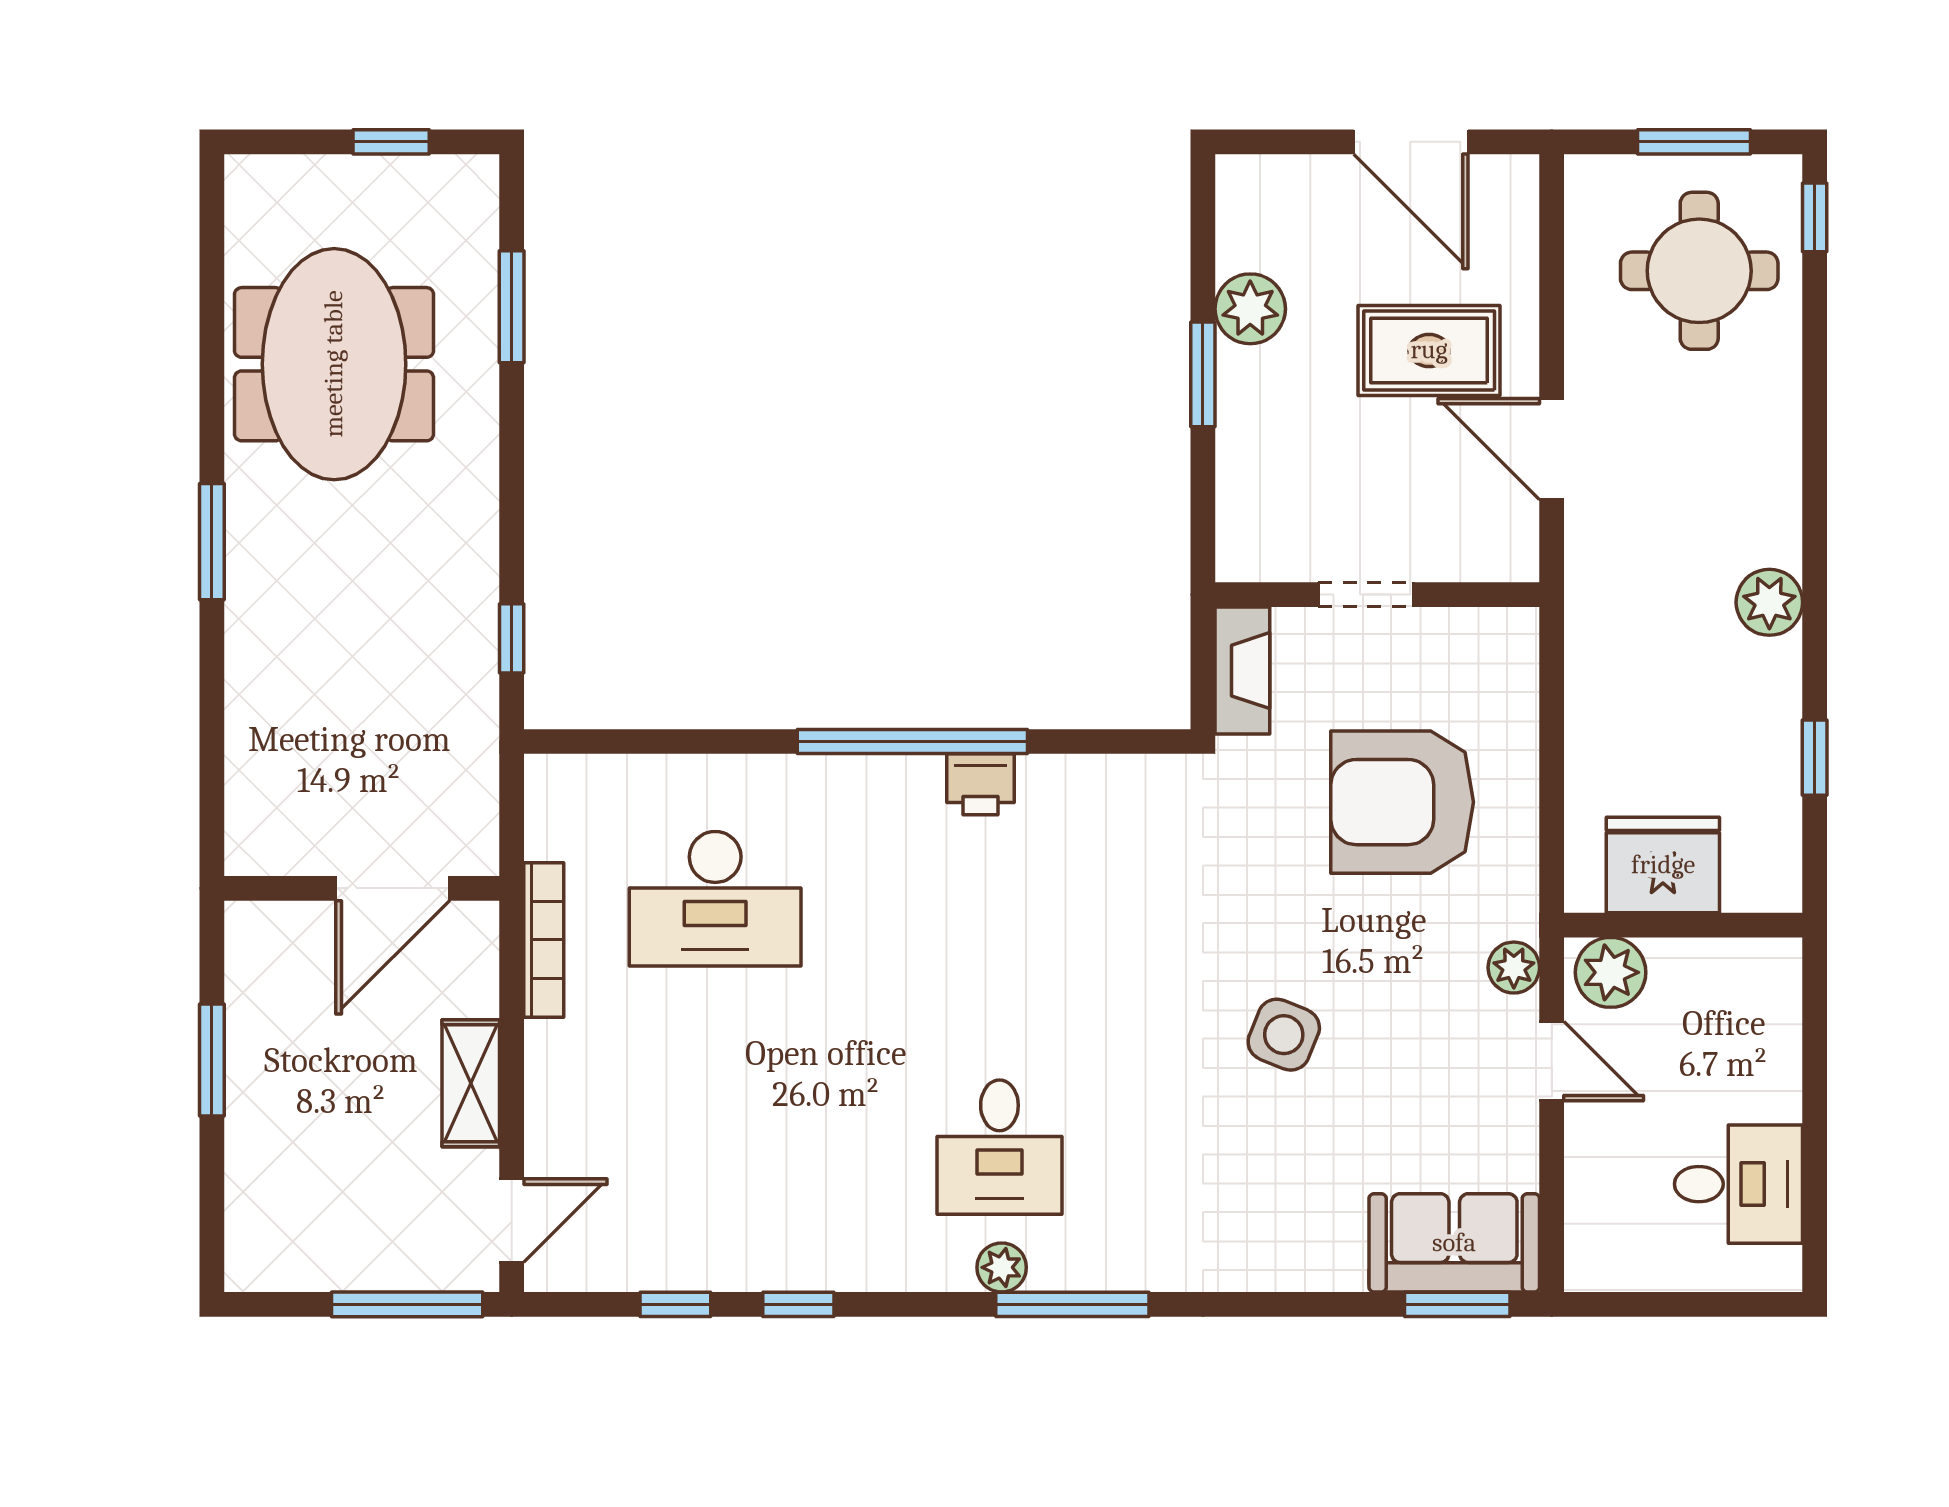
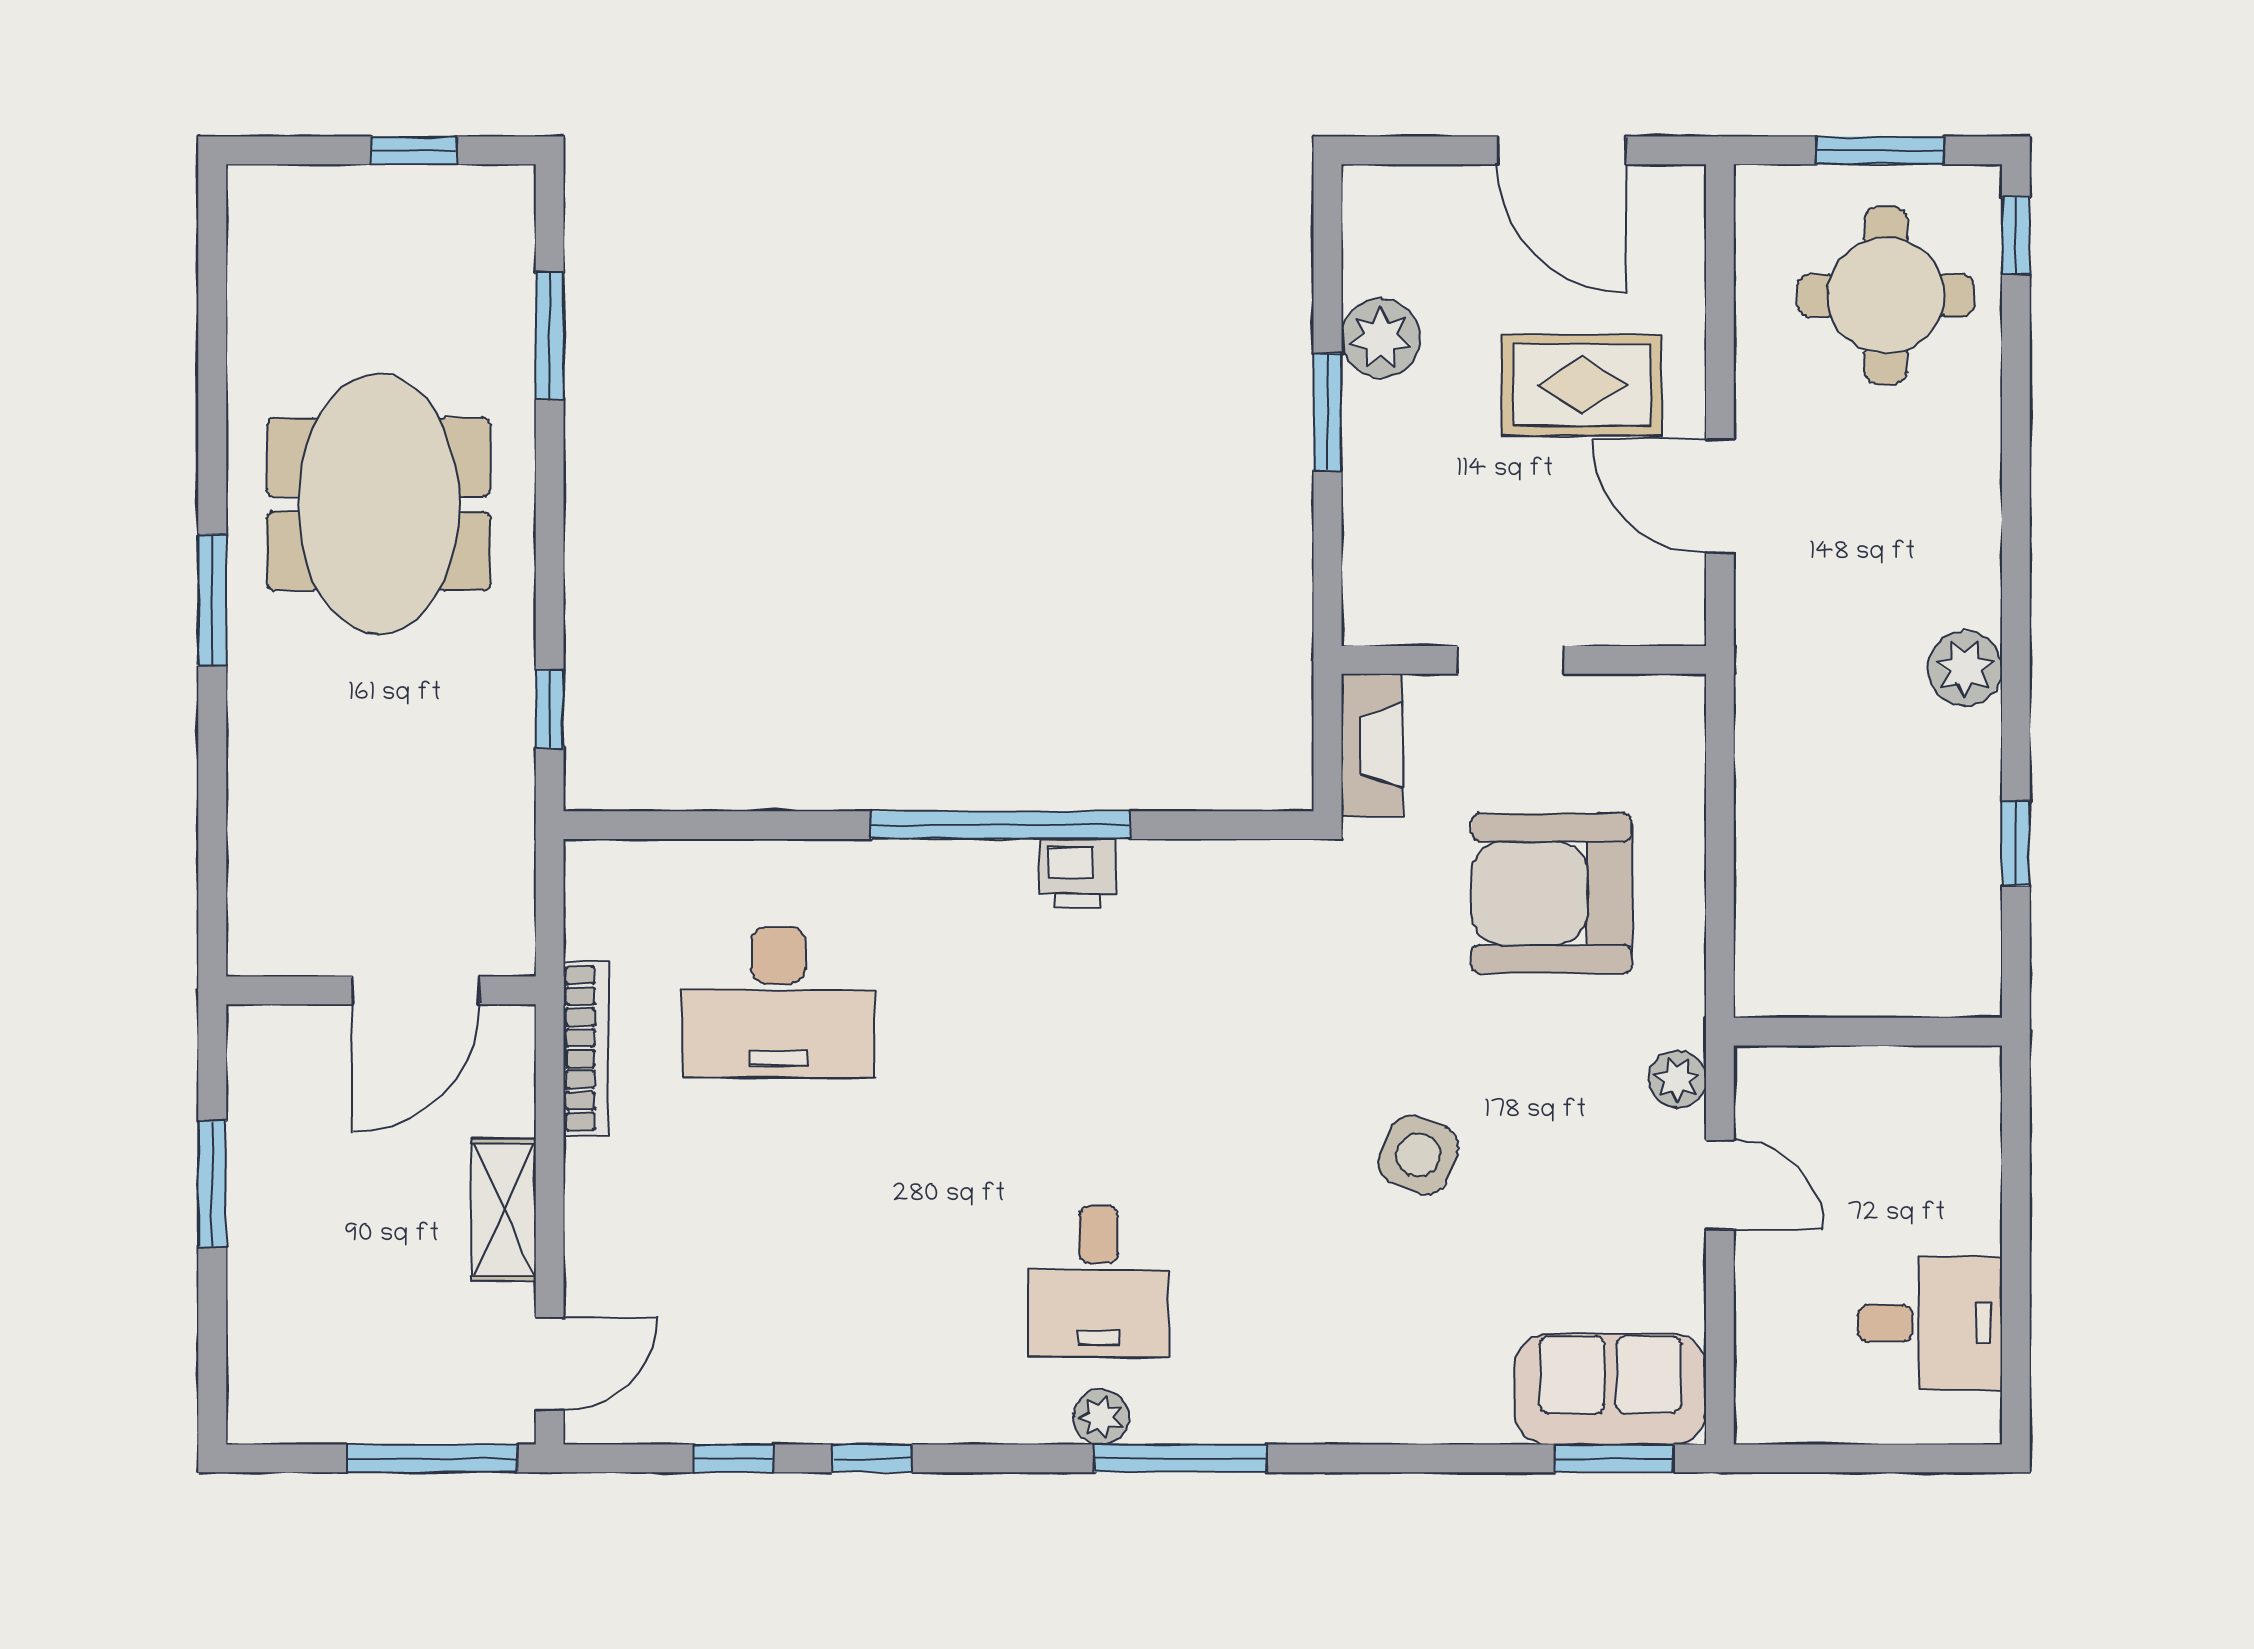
meeting table: (334, 364) -> (379, 504), moved
fridge: (1663, 865) -> (1845, 964), removed
plant: (1611, 972) -> (1786, 1085), removed

